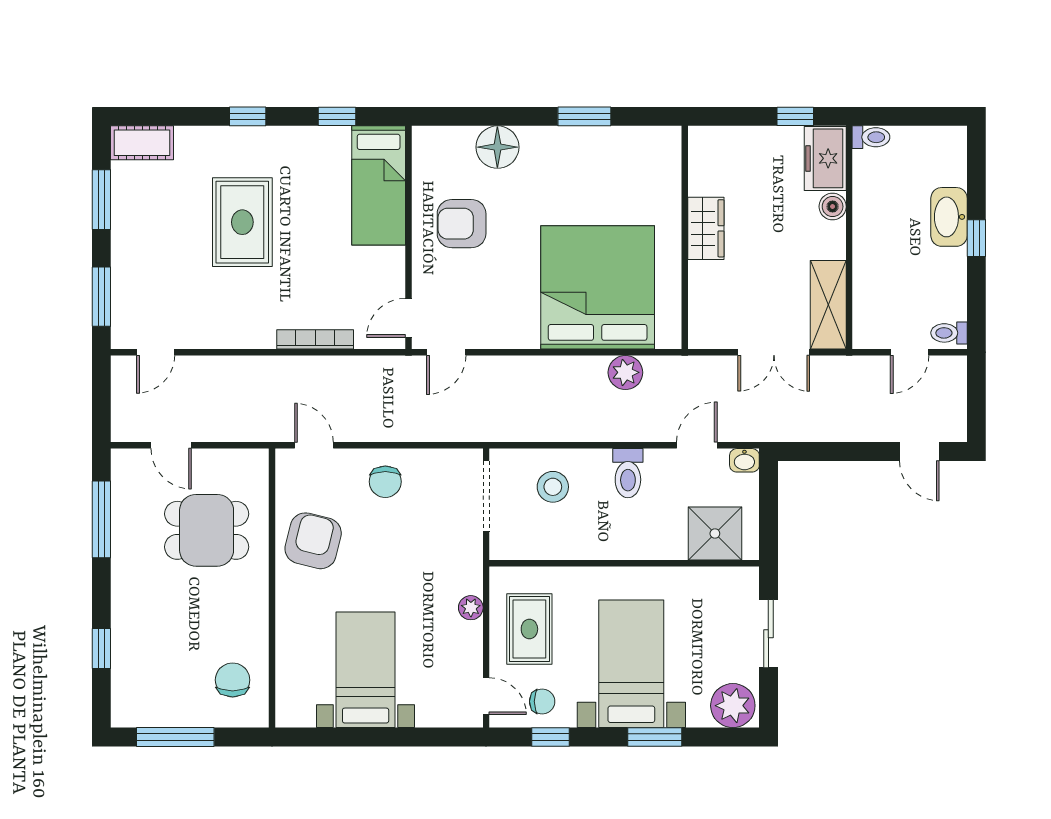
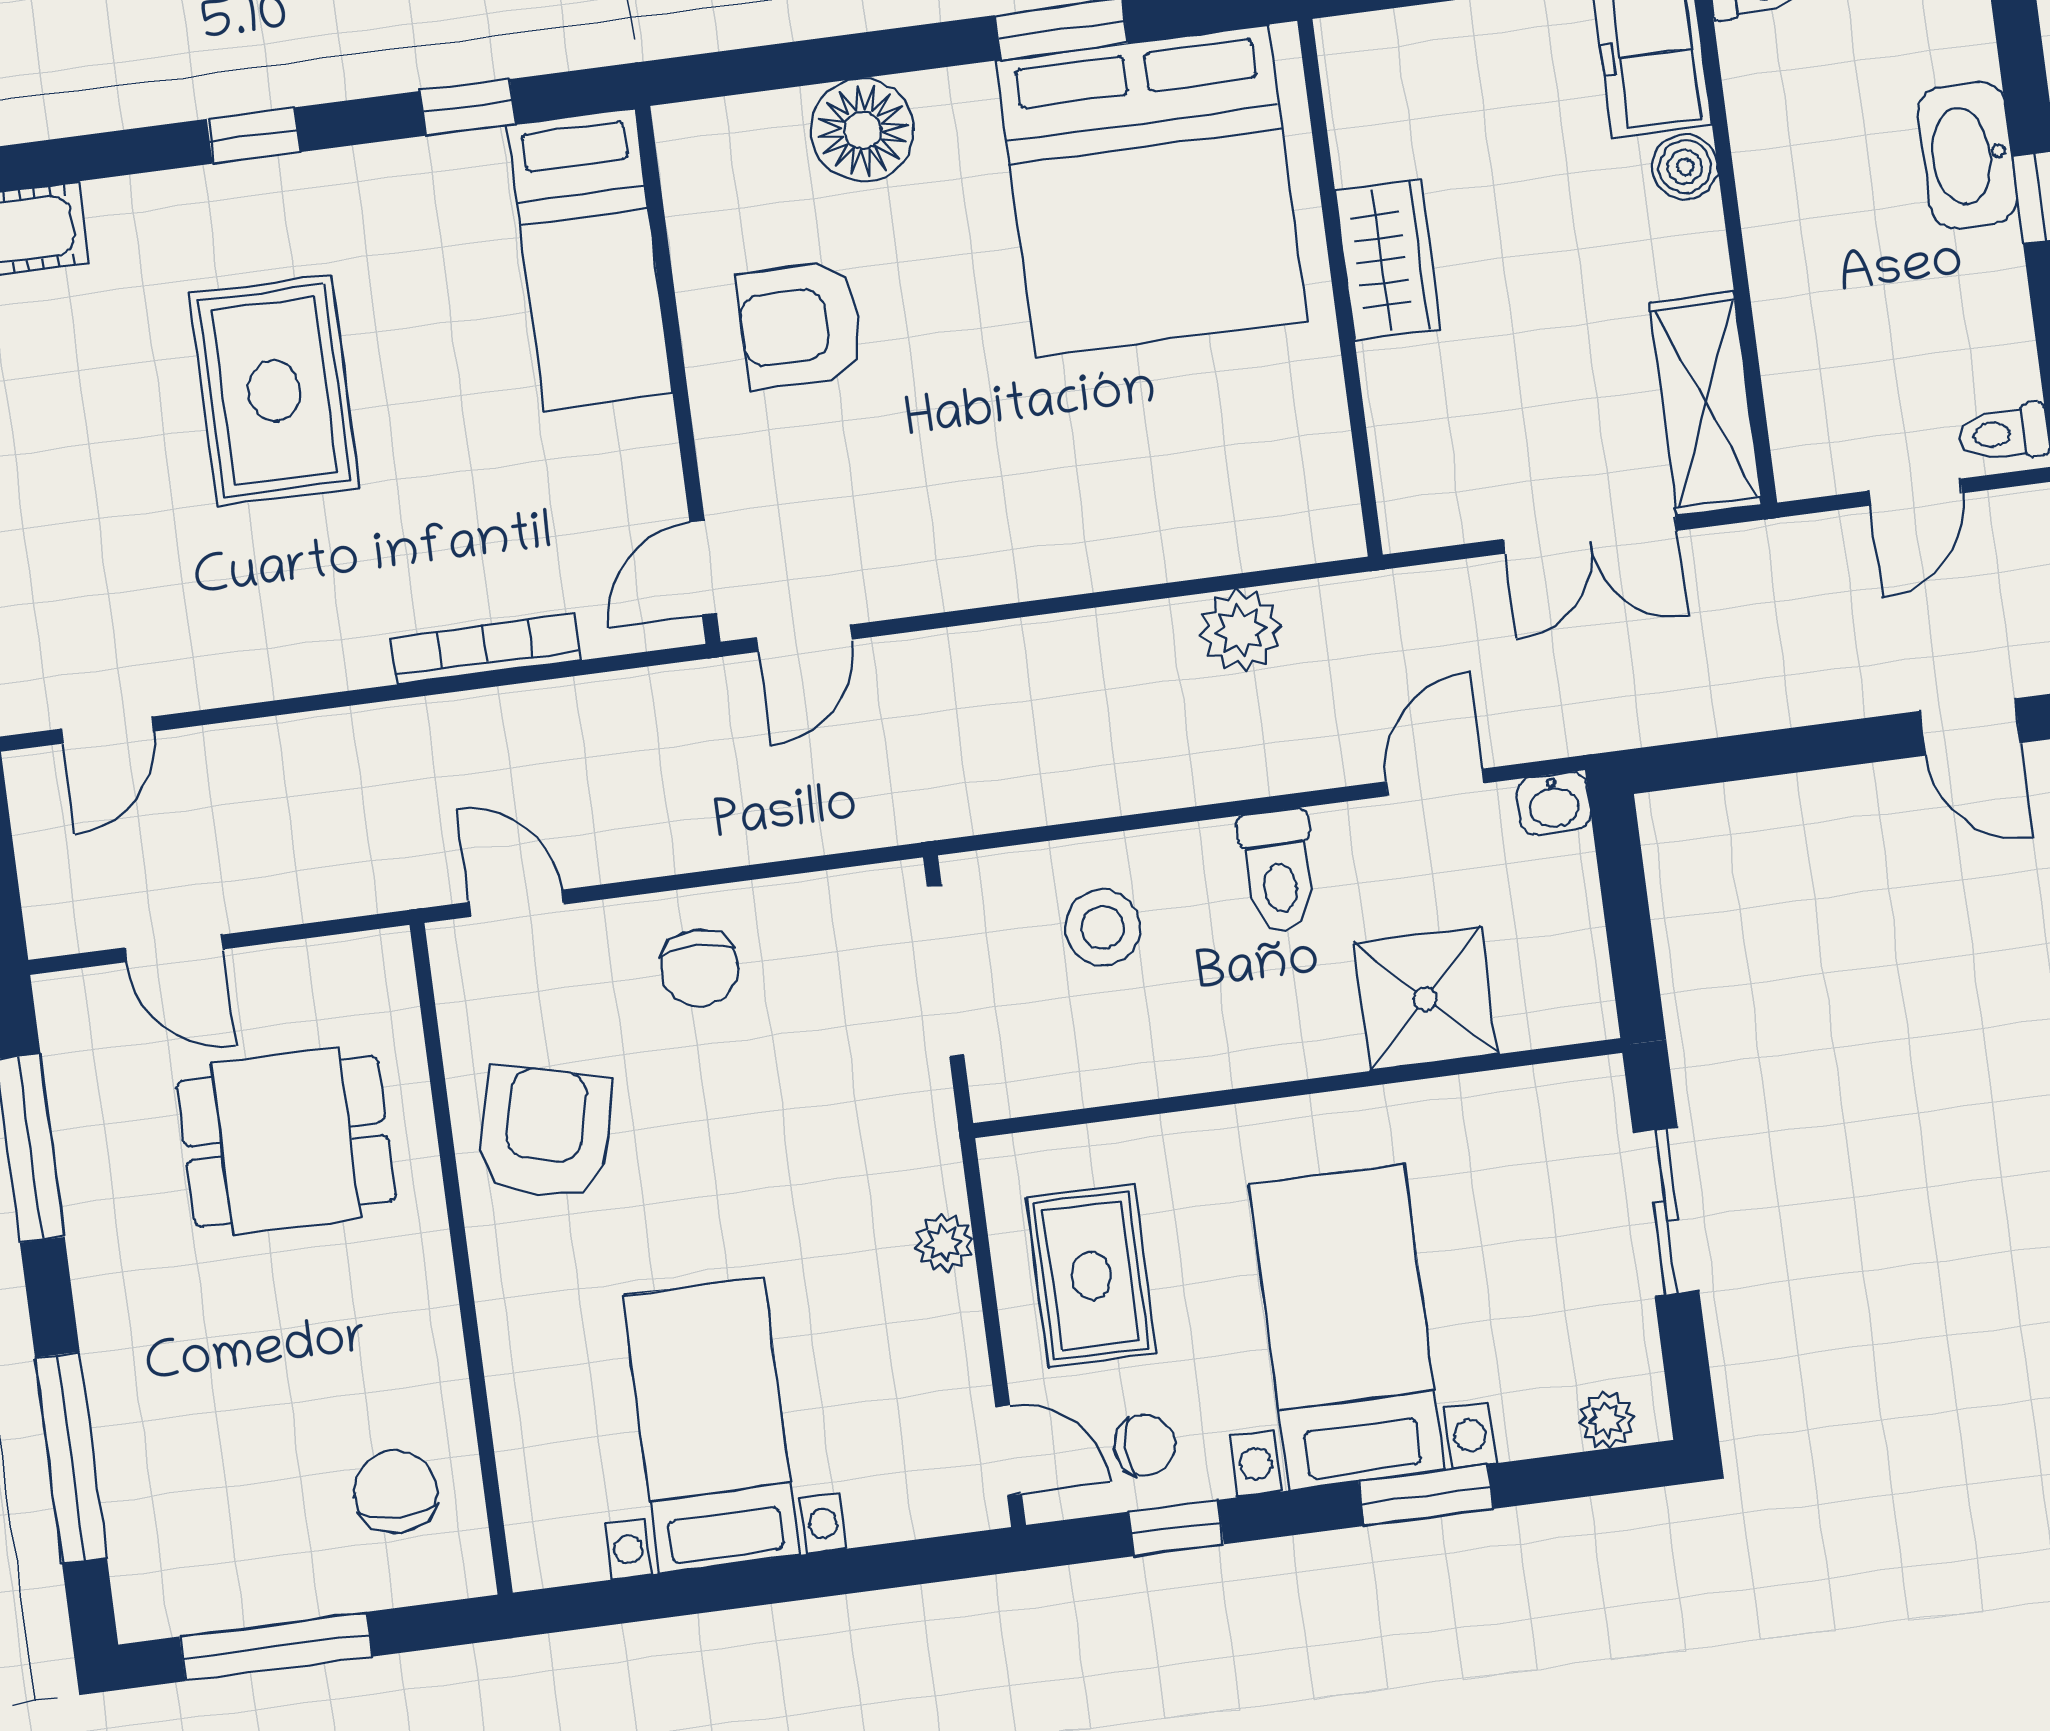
bed: (598, 287) -> (1151, 191), moved, turned 180
shower: (715, 534) -> (1425, 999), moved
window: (101, 649) -> (71, 1458), width x2.17
plant: (733, 706) -> (1607, 1420), width x0.53, depth x0.53

